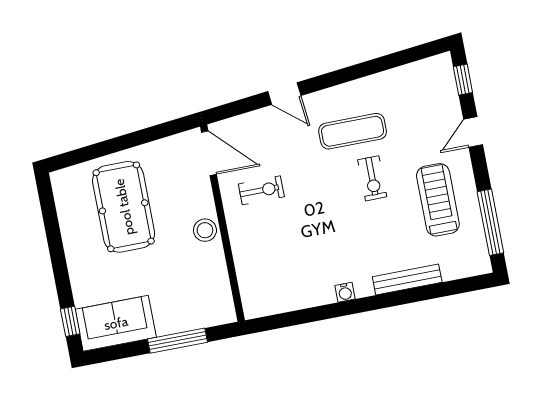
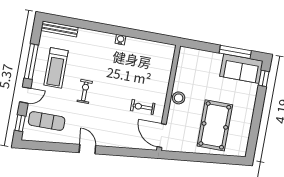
door: (284, 94) -> (87, 149), moved
exercise mat: (353, 131) -> (47, 121), moved
window: (490, 222) -> (31, 62), moved
bench: (407, 279) -> (59, 29), moved
window: (178, 341) -> (235, 52), moved

